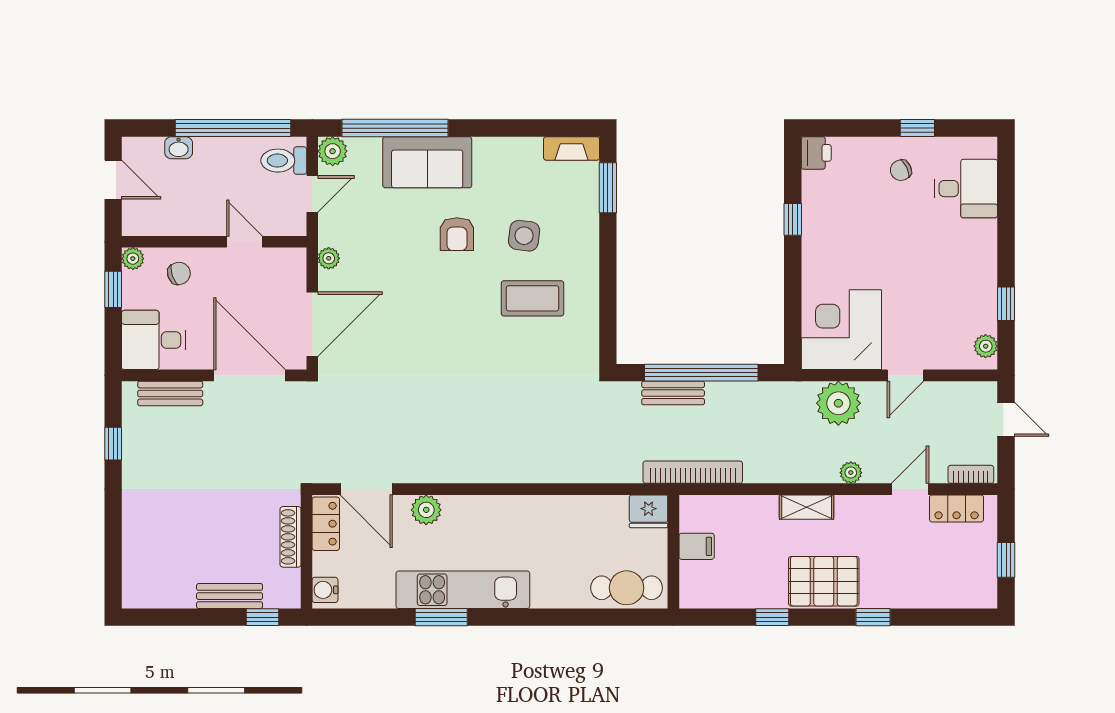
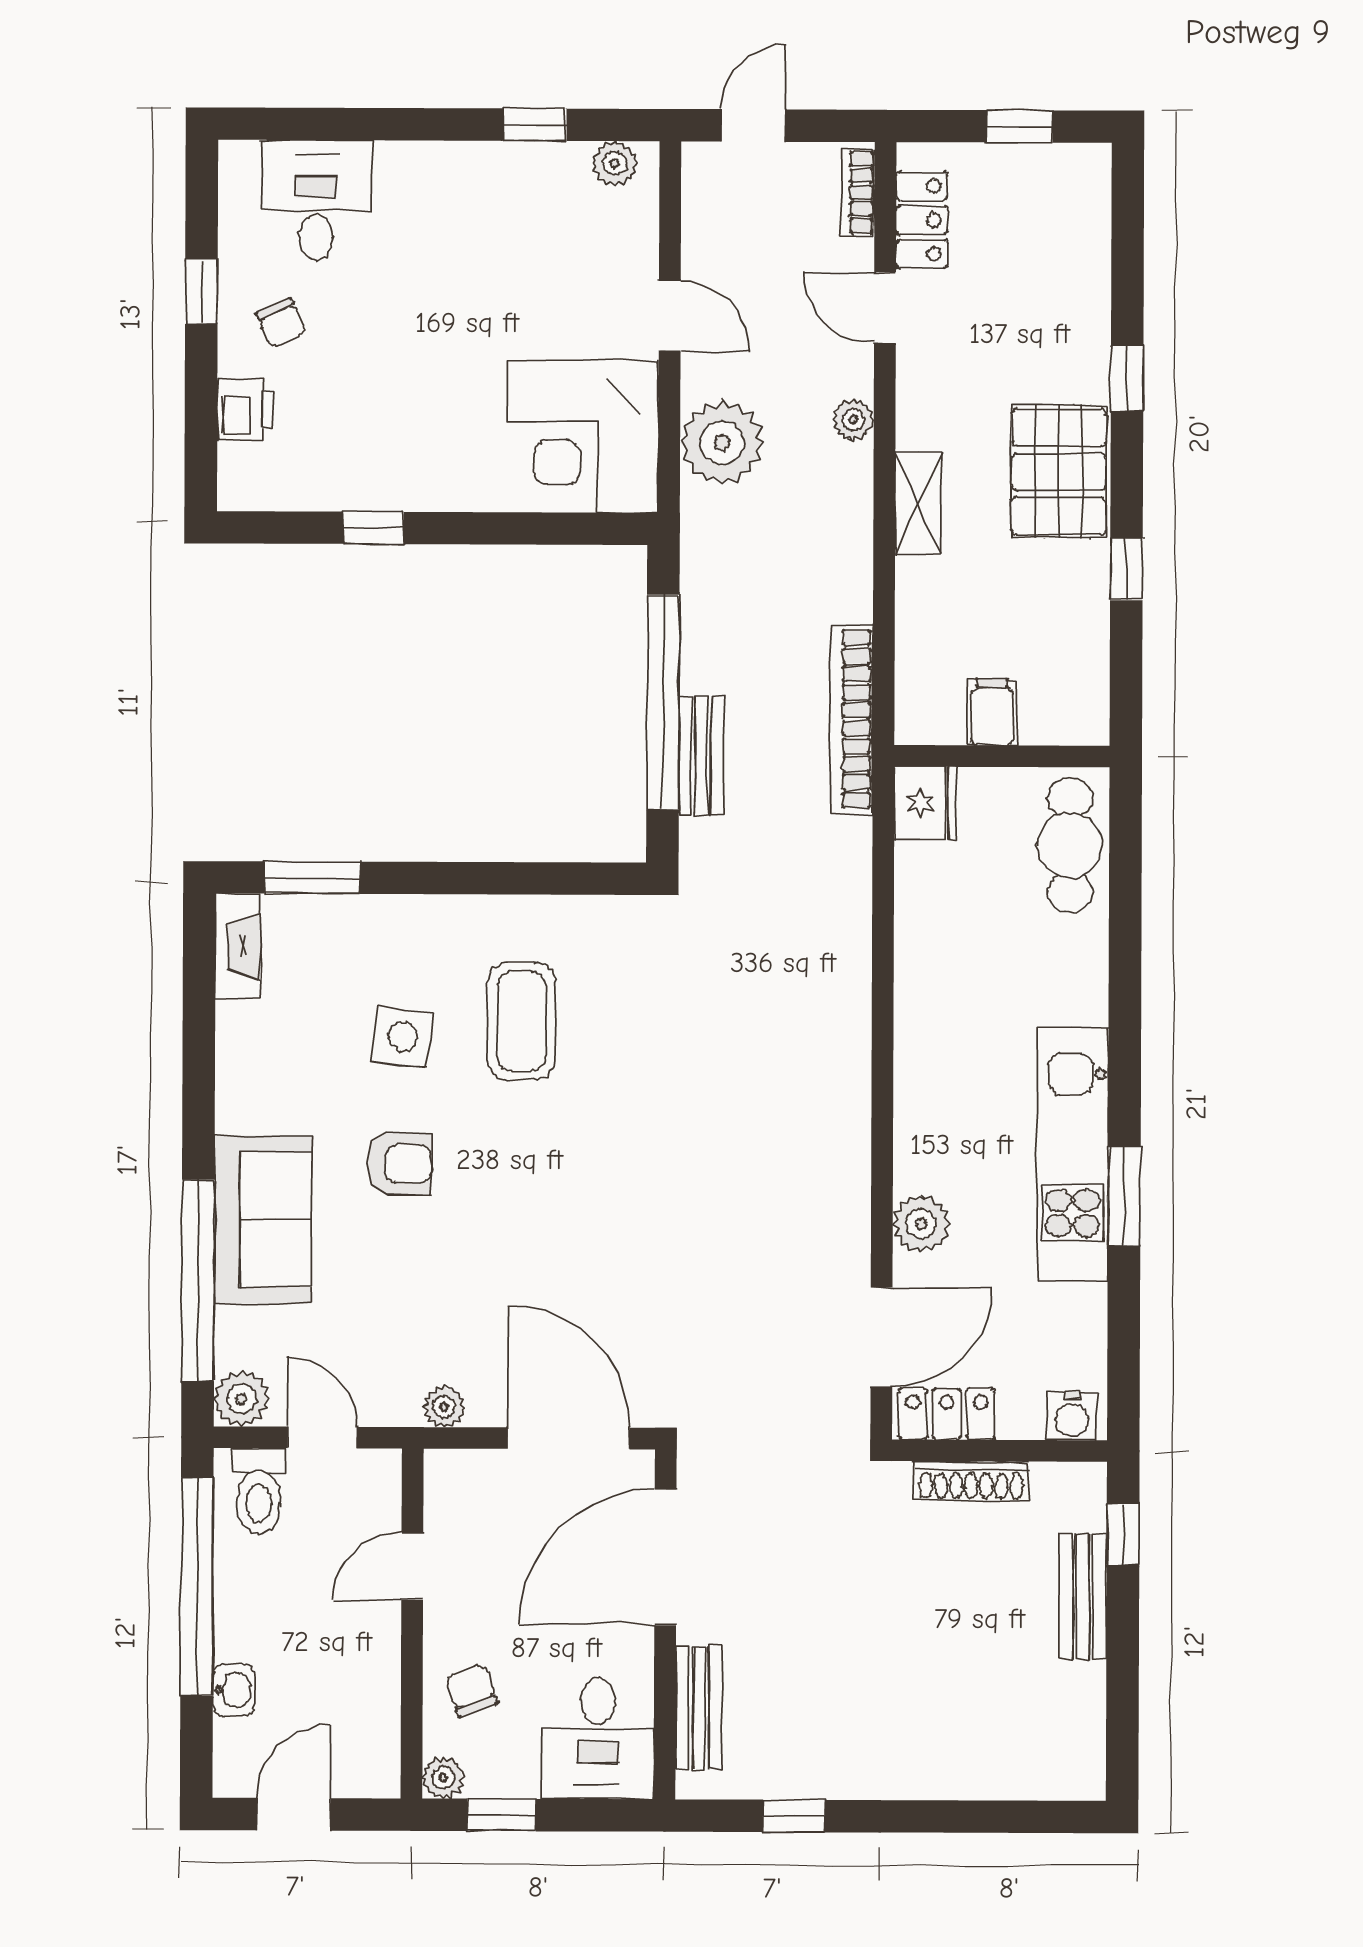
printer: (816, 153) -> (245, 409), moved, turned 90

